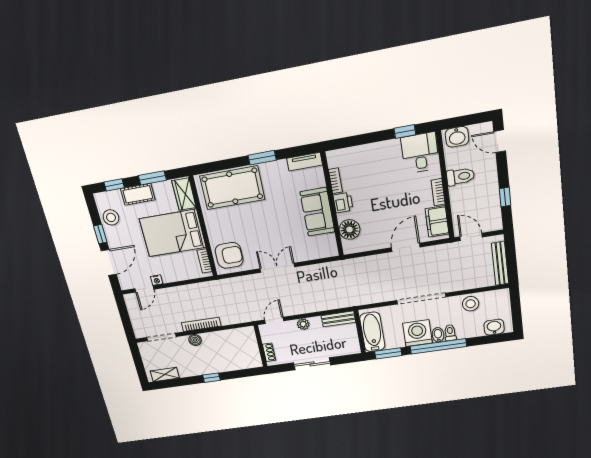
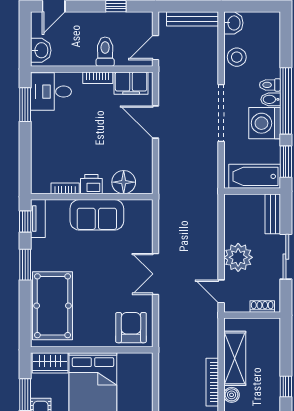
window: (405, 132) -> (25, 105), width x1.50
window: (300, 151) -> (25, 221), added
toilet: (460, 176) -> (105, 52), moved
bookcase: (204, 261) -> (133, 358), removed
bench: (338, 319) -> (273, 214), moved
plant: (303, 324) -> (238, 257), width x1.88, depth x1.88
washbasin: (494, 327) -> (233, 23), moved, turned 180
shelving: (224, 338) -> (235, 358), added

